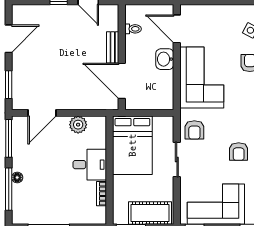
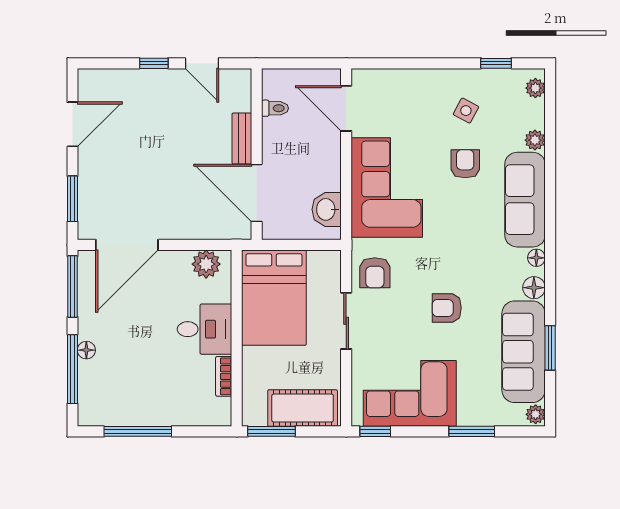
washbasin: (165, 59) -> (327, 209), moved
door: (42, 113) -> (127, 245), width x1.36
plant: (78, 125) -> (206, 264), moved
armchair: (239, 152) -> (447, 308), turned 90

